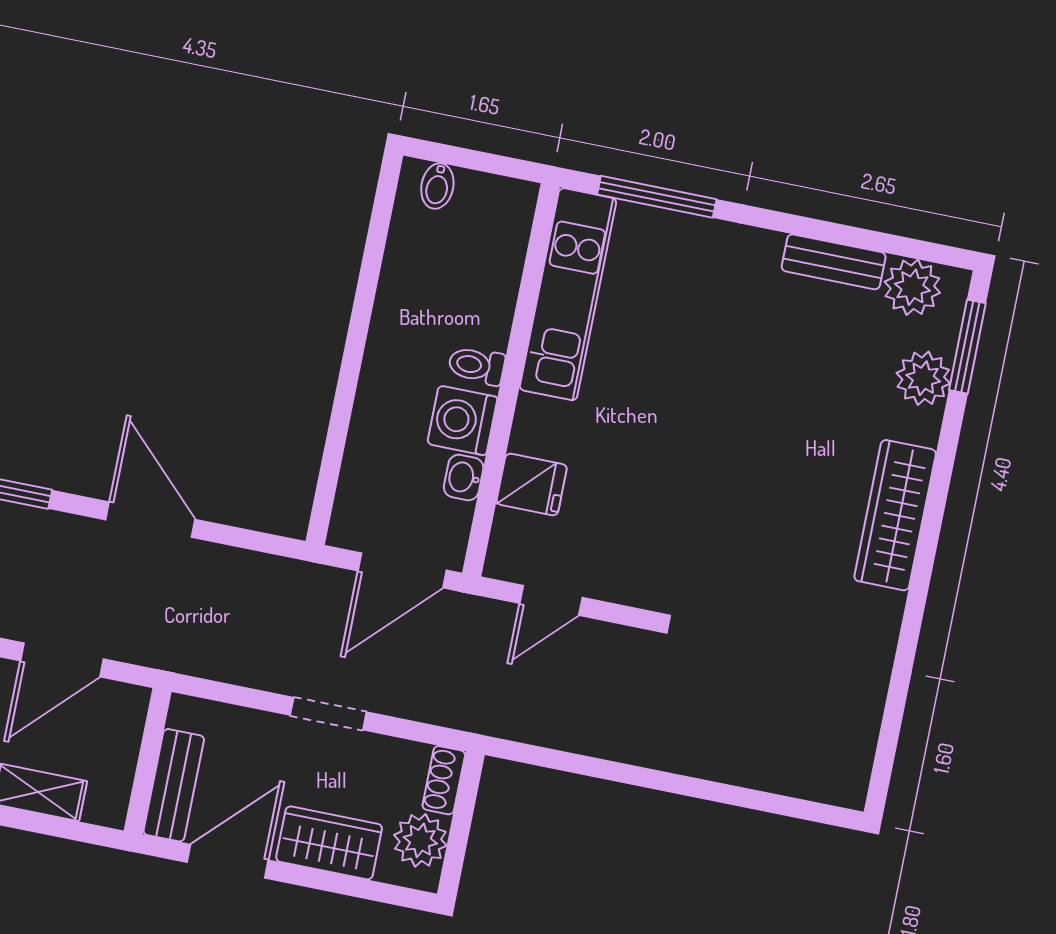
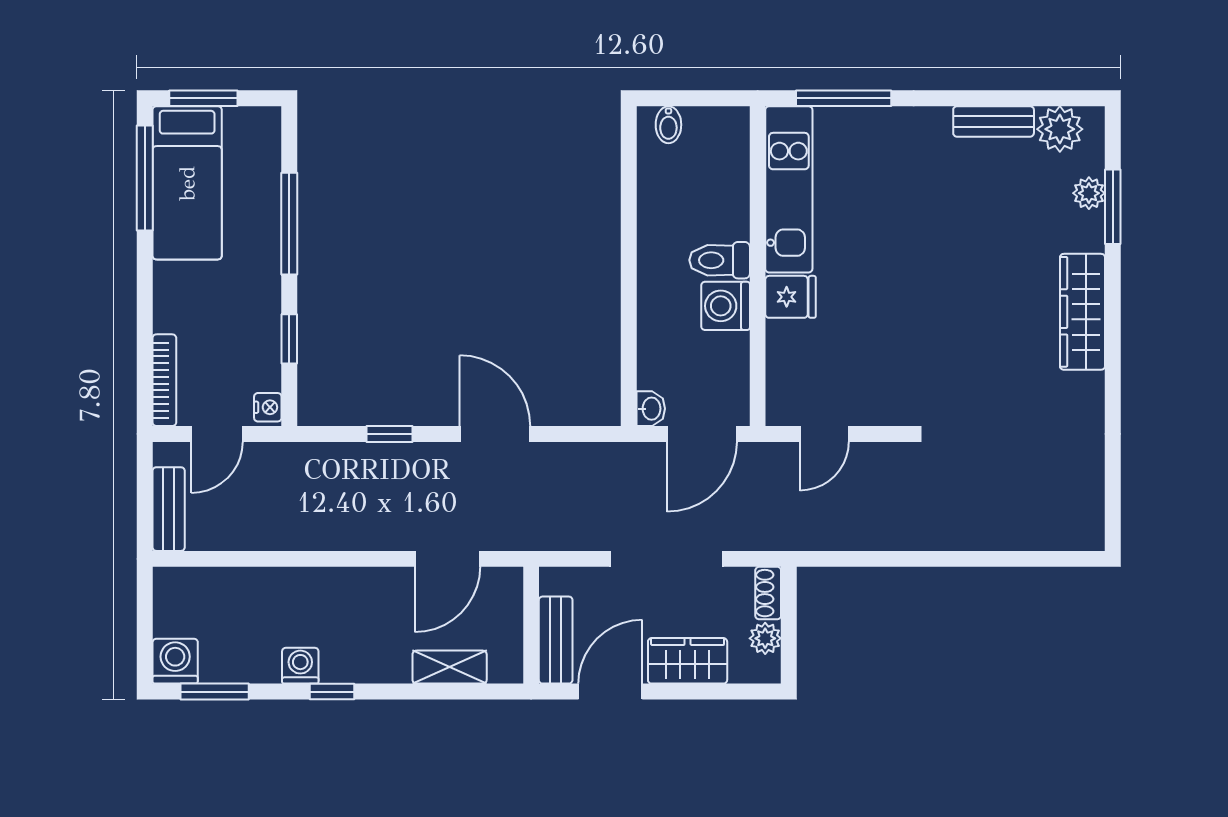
window: (967, 347) -> (1113, 207), moved
toilet: (477, 366) -> (720, 260), width x1.37, depth x1.39
plant: (923, 378) -> (1089, 193), width x0.73, depth x0.73
washbasin: (464, 477) -> (651, 409), moved, turned 180
fridge: (532, 485) -> (791, 297), moved
doorway: (328, 714) -> (666, 559), width x1.88
plant: (420, 840) -> (765, 638), width x0.73, depth x0.73

